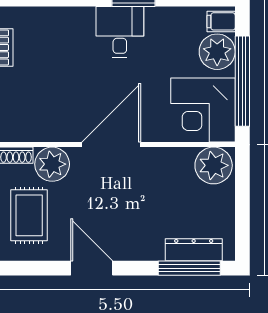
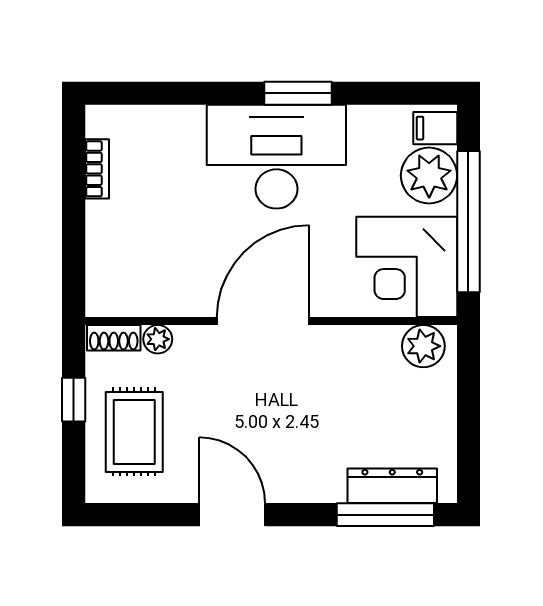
desk: (120, 32) -> (276, 157), width x1.87, depth x1.30
plant: (52, 164) -> (158, 339), width x0.53, depth x0.53
plant: (214, 165) -> (423, 346), width x0.73, depth x0.73

